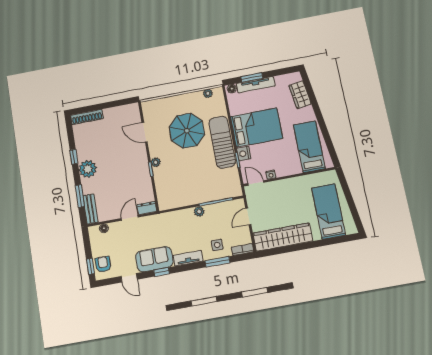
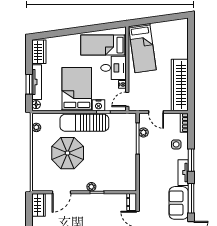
wardrobe: (300, 95) -> (39, 52), moved, turned -82
wardrobe: (127, 111) -> (39, 205), added
desk: (287, 162) -> (114, 68), added
plant: (199, 211) -> (143, 132), moved
bed: (328, 211) -> (142, 48), moved, turned -98
window: (218, 262) -> (191, 160), moved
window: (162, 272) -> (191, 198), width x2.17

